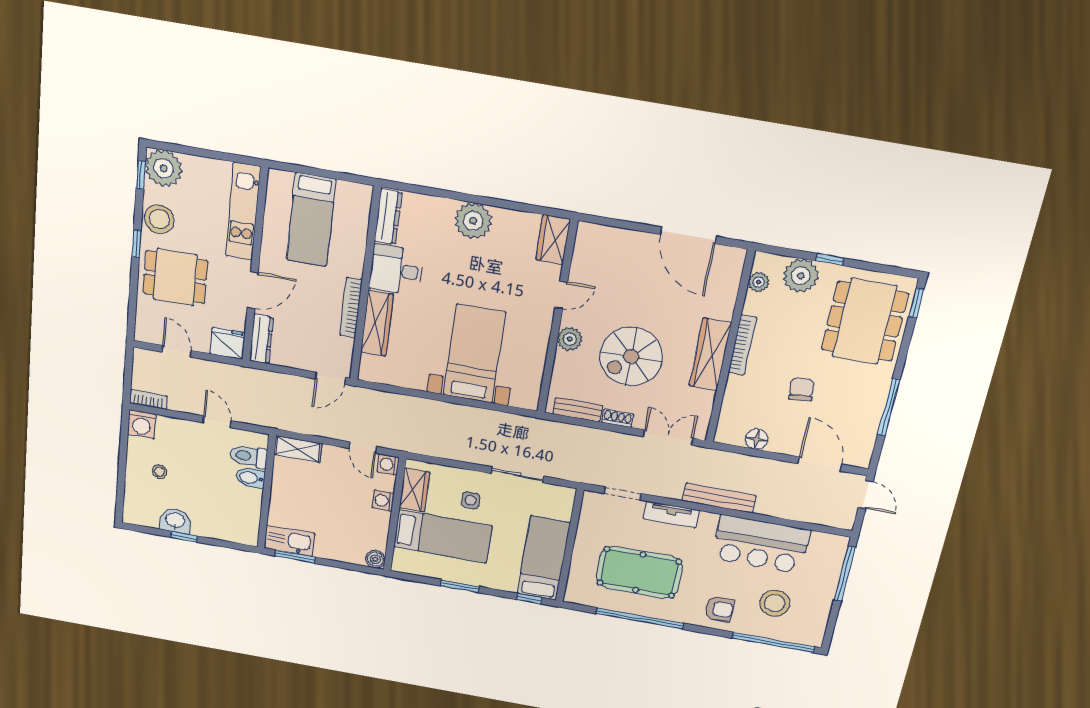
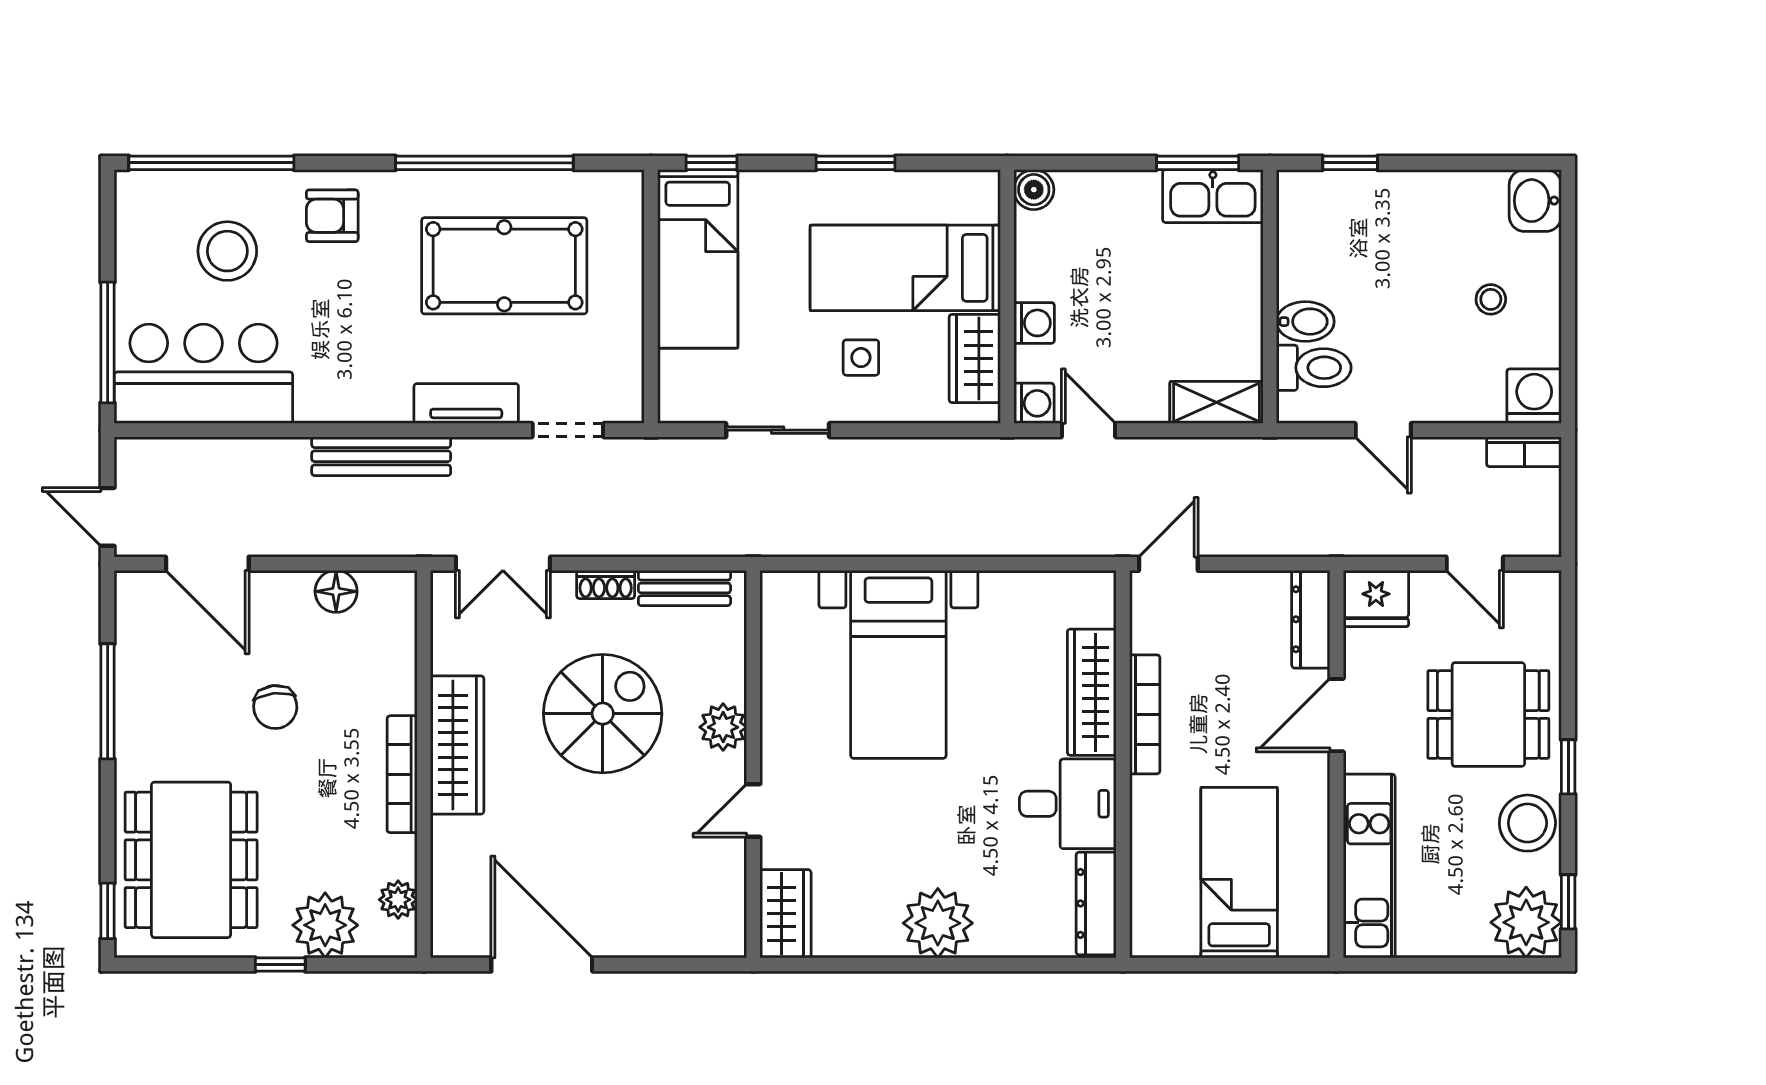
washbasin: (175, 521) -> (1535, 201), moved, turned 90
window: (184, 537) -> (1350, 163), moved
bar counter: (761, 544) -> (203, 374), moved

